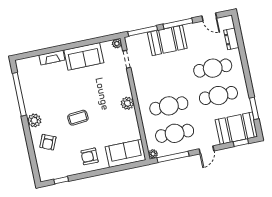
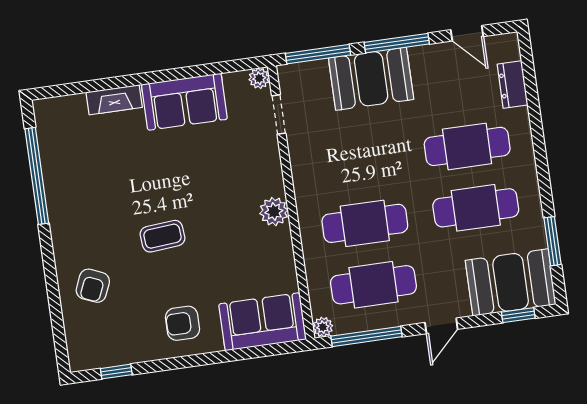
plant: (34, 120) -> (66, 236), removed

